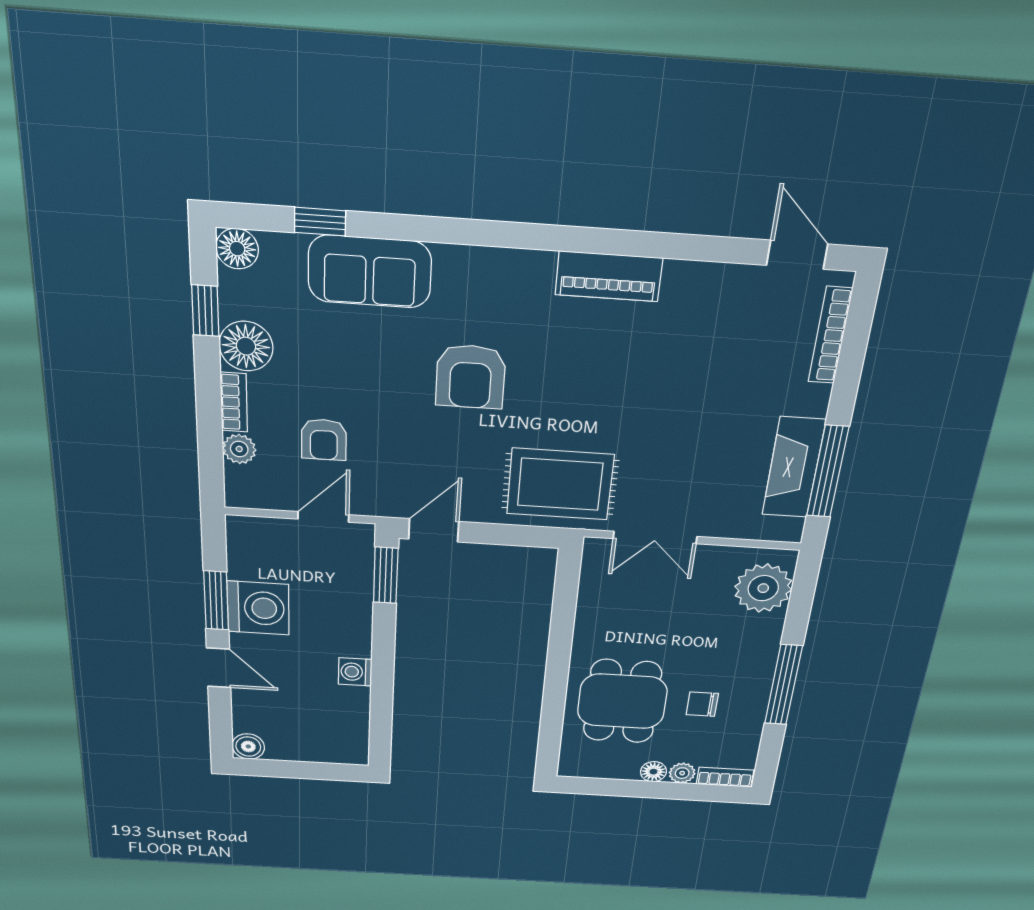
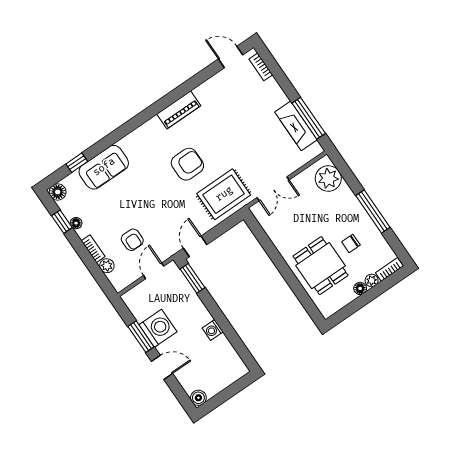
bookcase: (830, 335) -> (261, 67), width x0.64
floor lamp: (246, 346) -> (76, 223), width x0.53, depth x0.53
armchair: (471, 377) -> (187, 164), moved, turned -90

